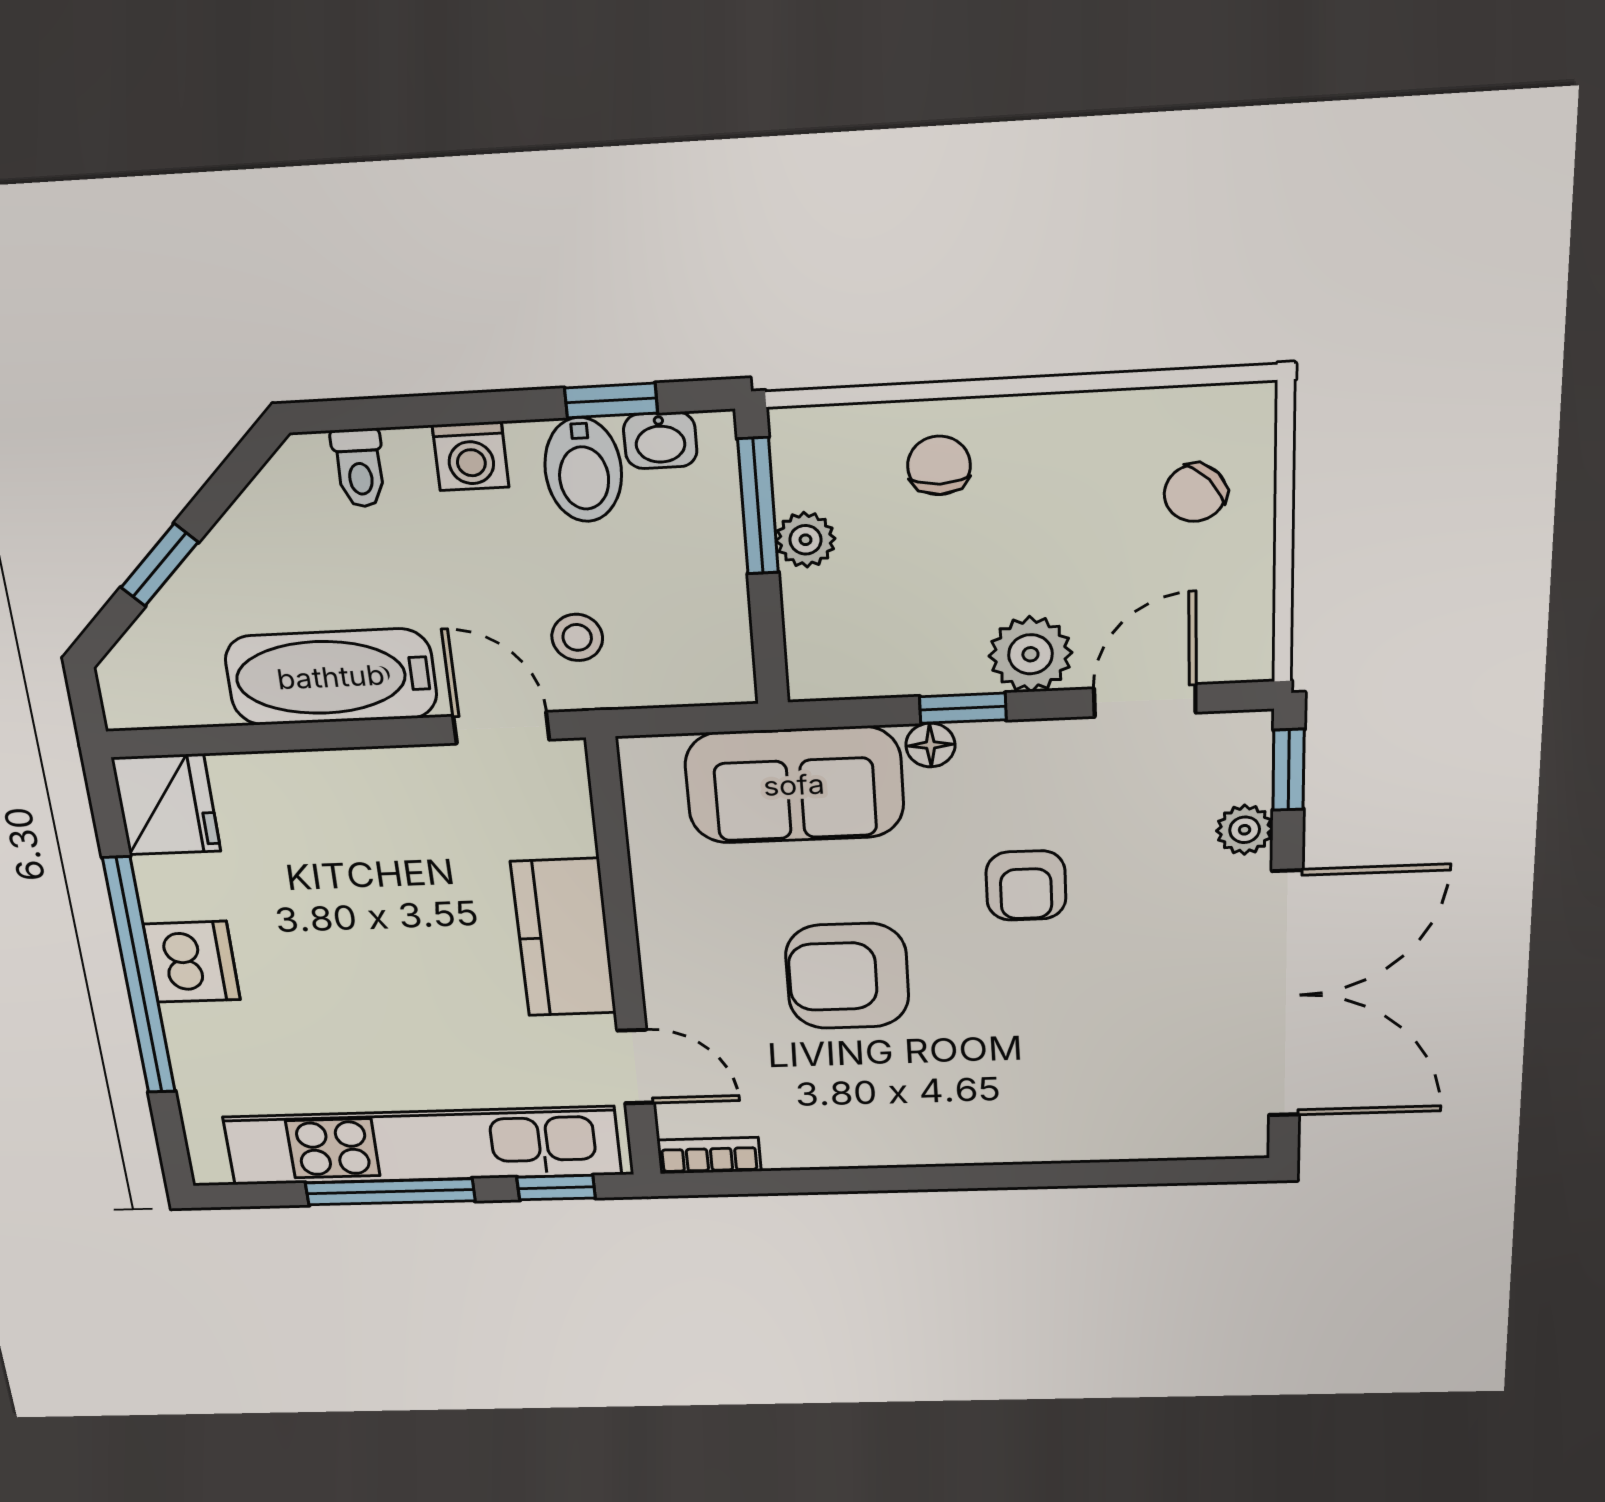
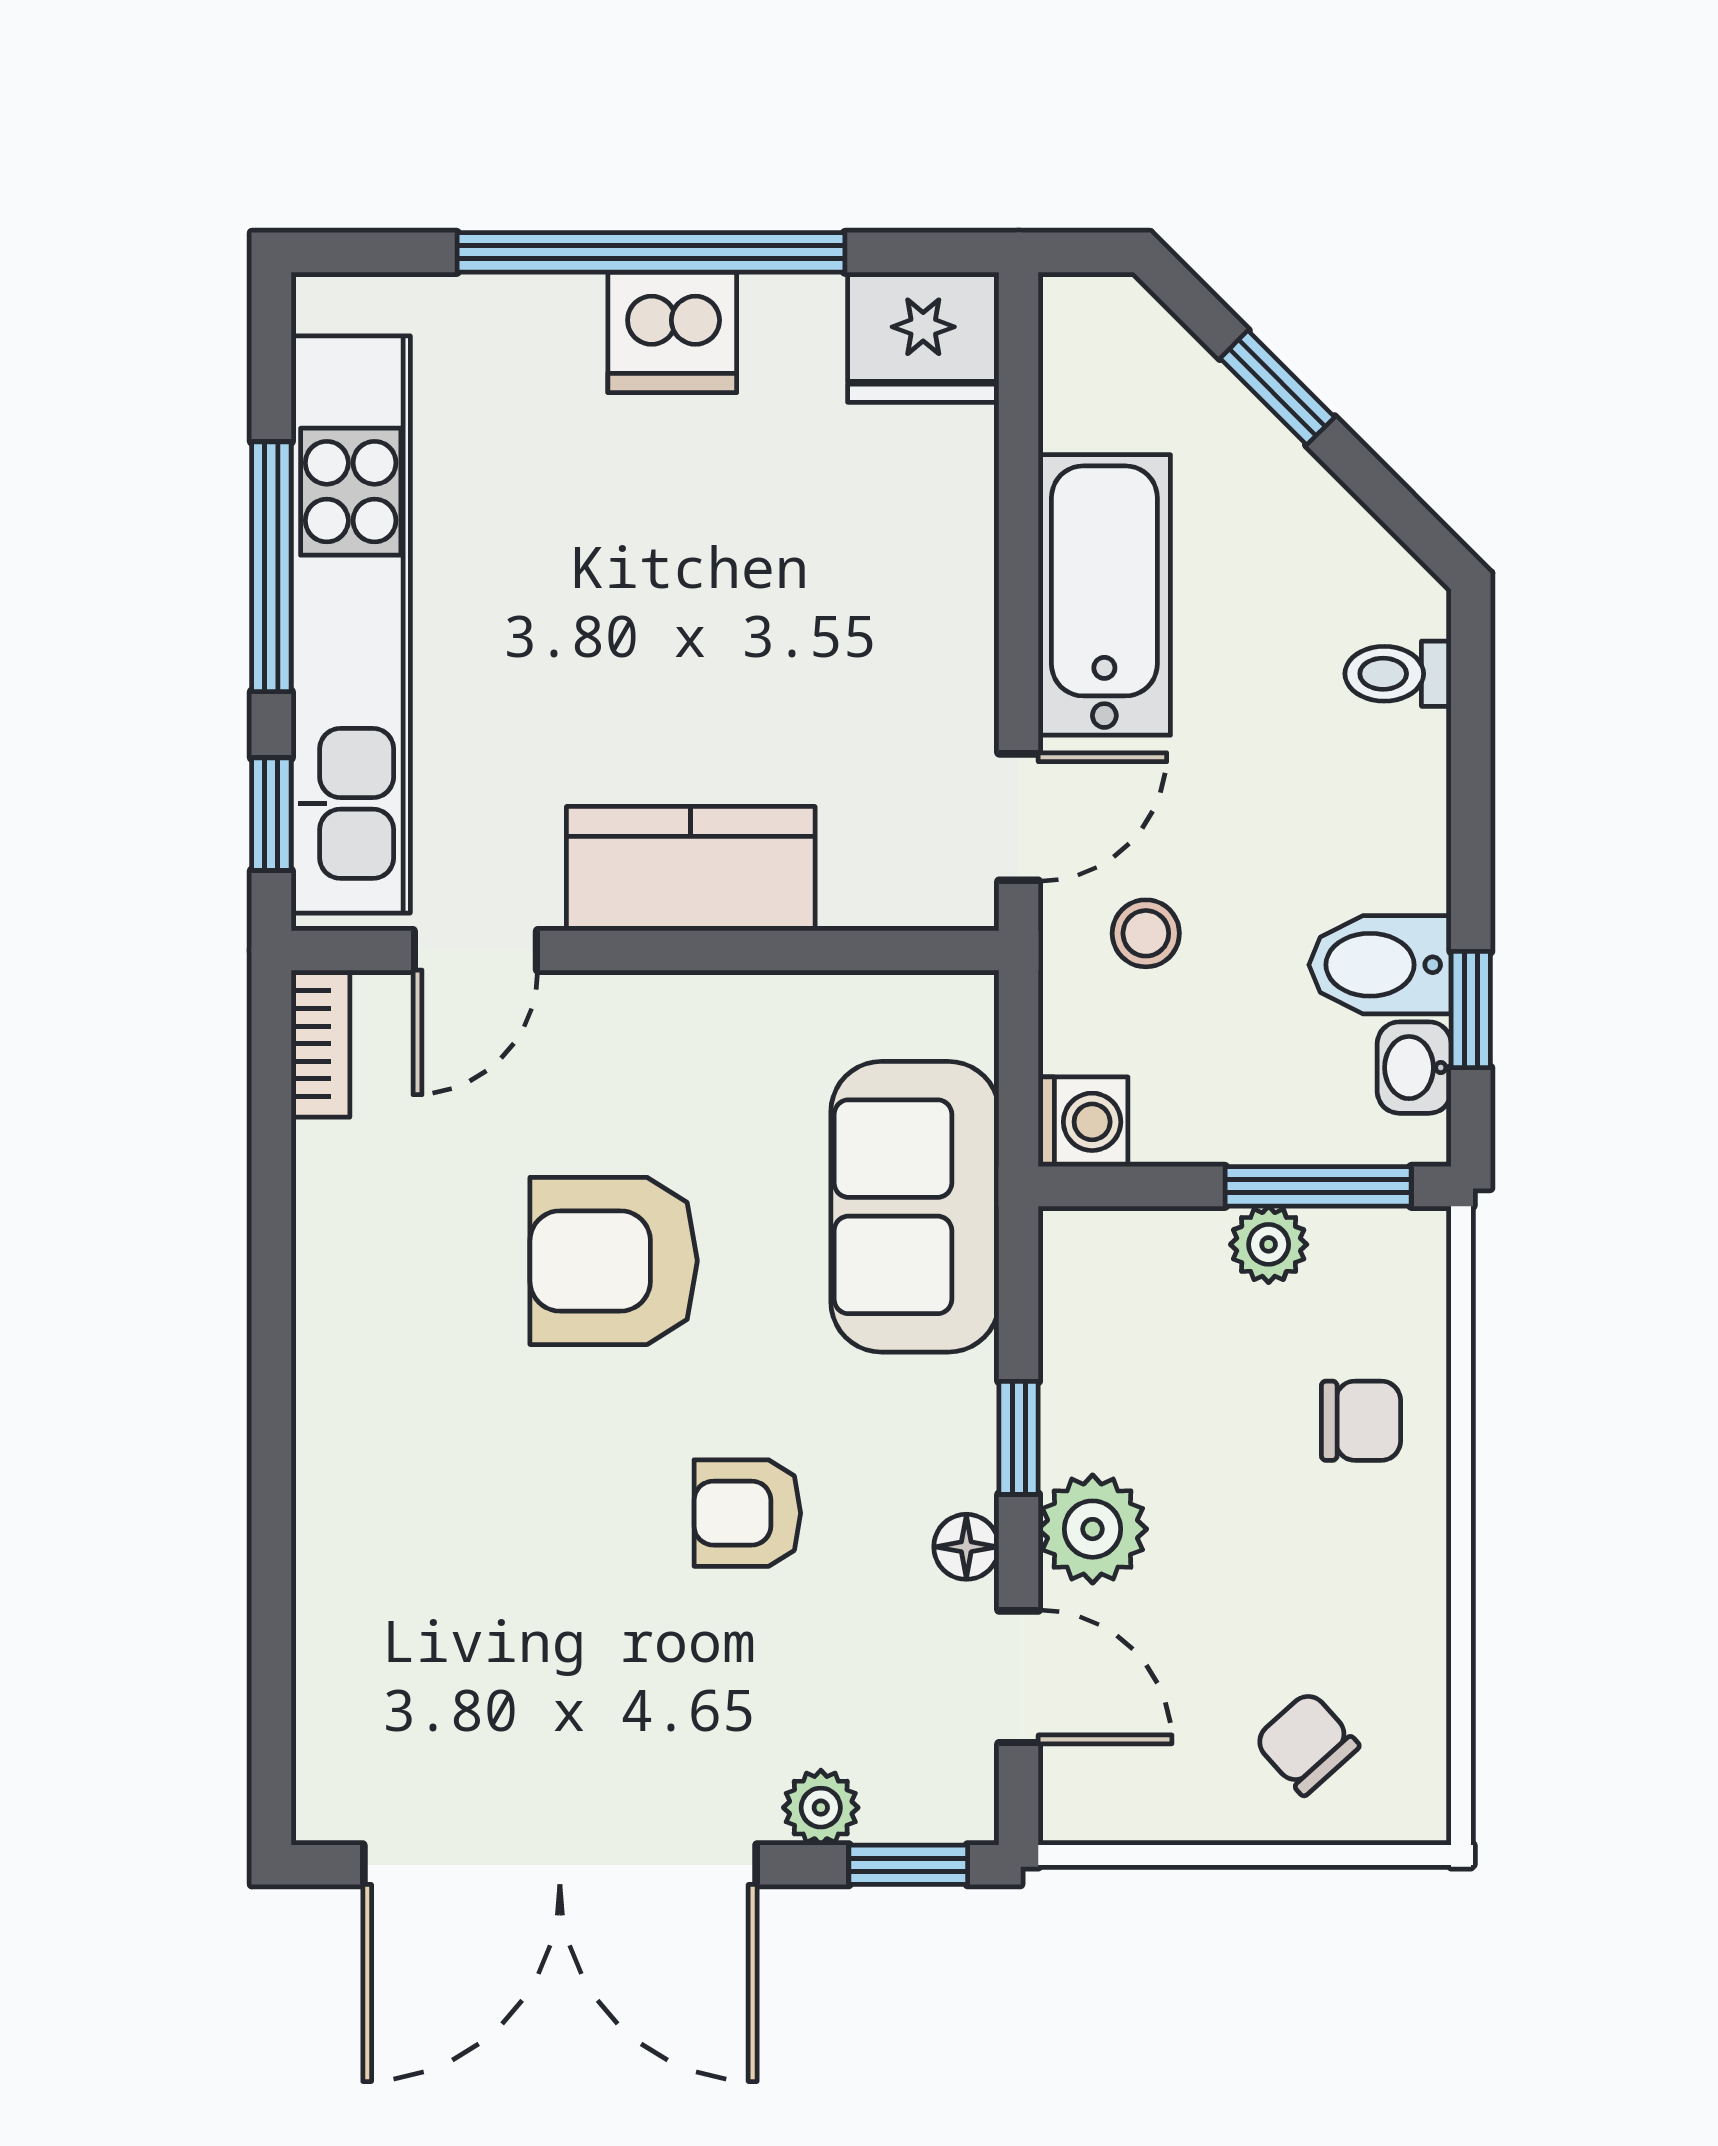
washing machine: (471, 456) -> (1083, 1122), moved, turned 180
floor lamp: (930, 745) -> (966, 1547), moved
armchair: (847, 976) -> (614, 1261), turned -90

